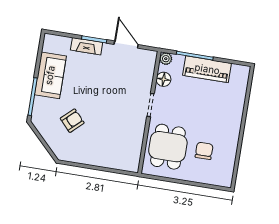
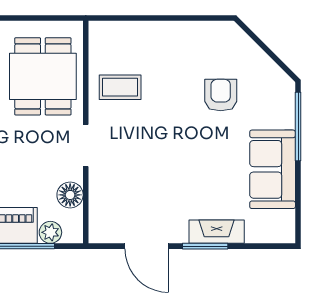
plant: (166, 59) -> (50, 232), moved
armchair: (72, 121) -> (221, 95), turned 133
coffee table: (127, 134) -> (120, 87), added

